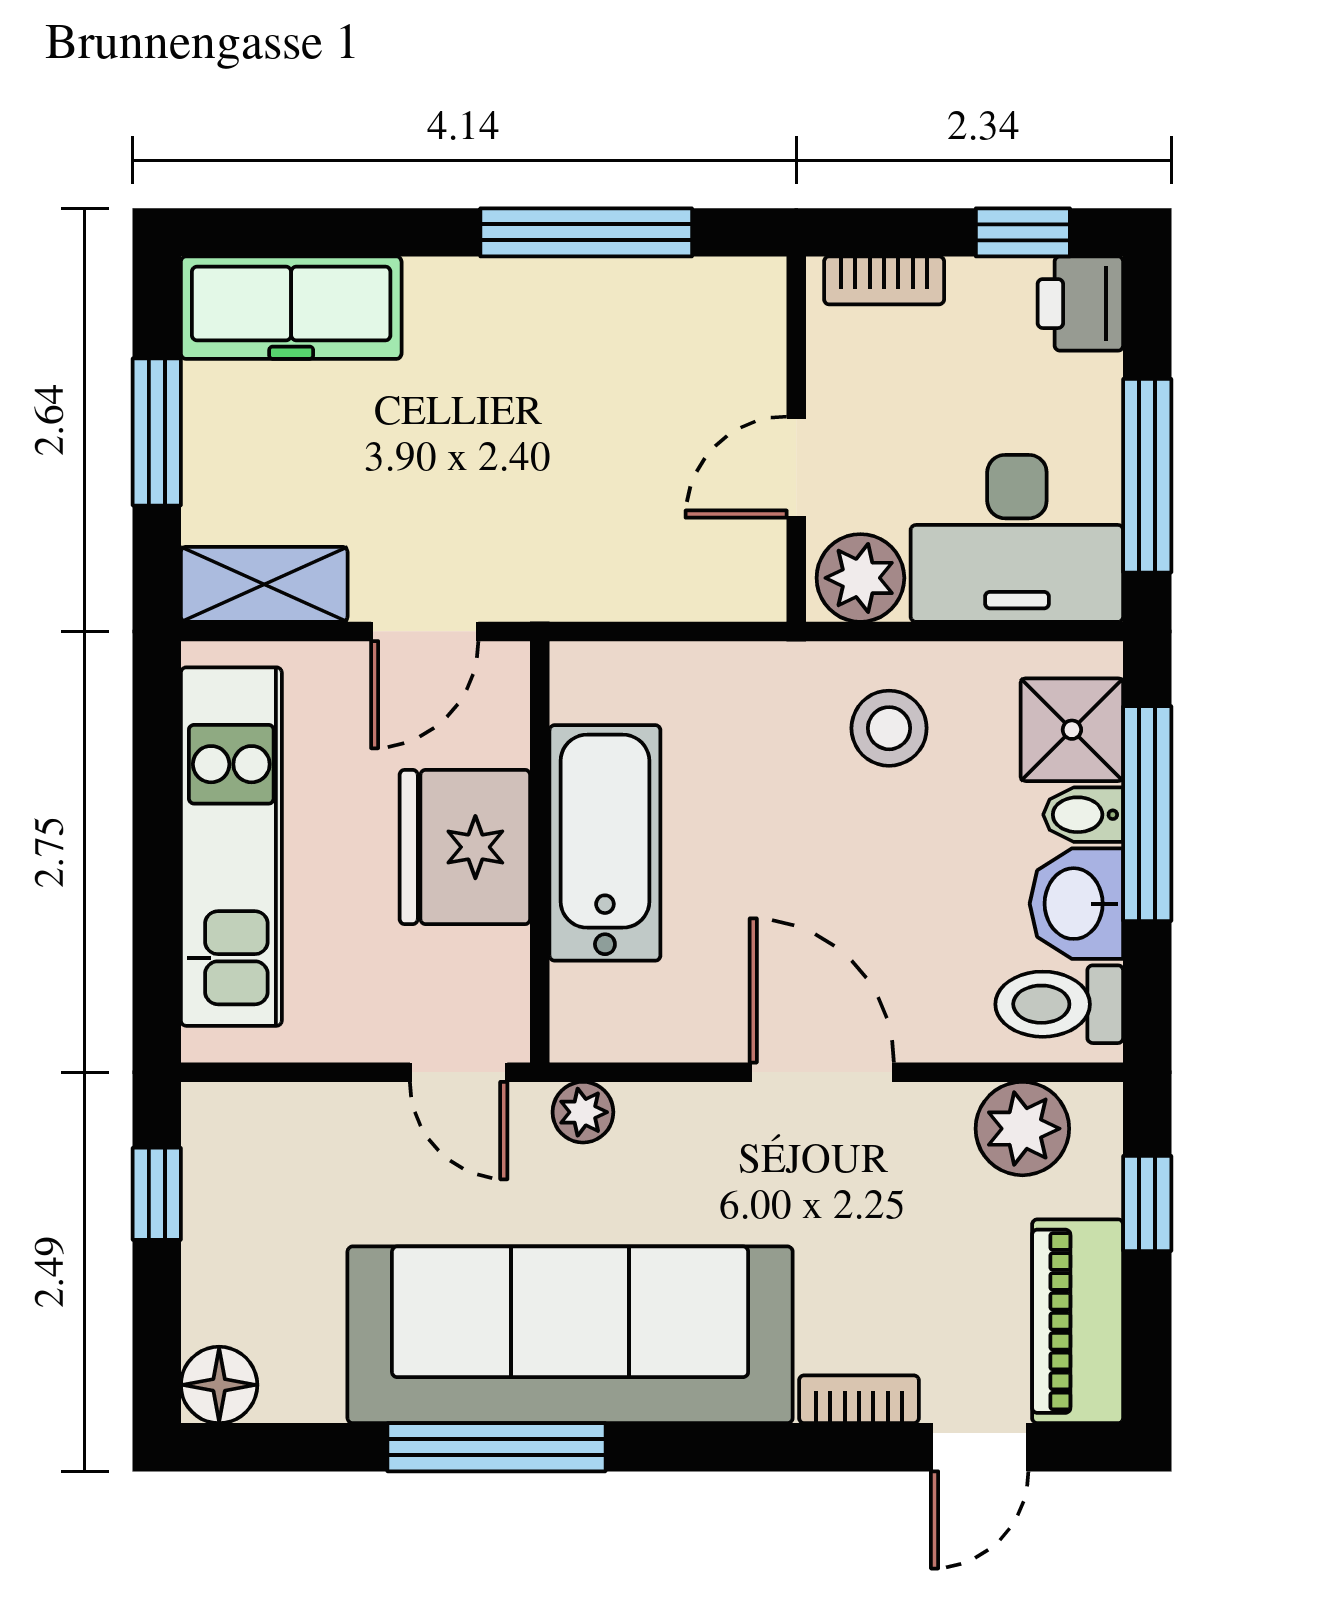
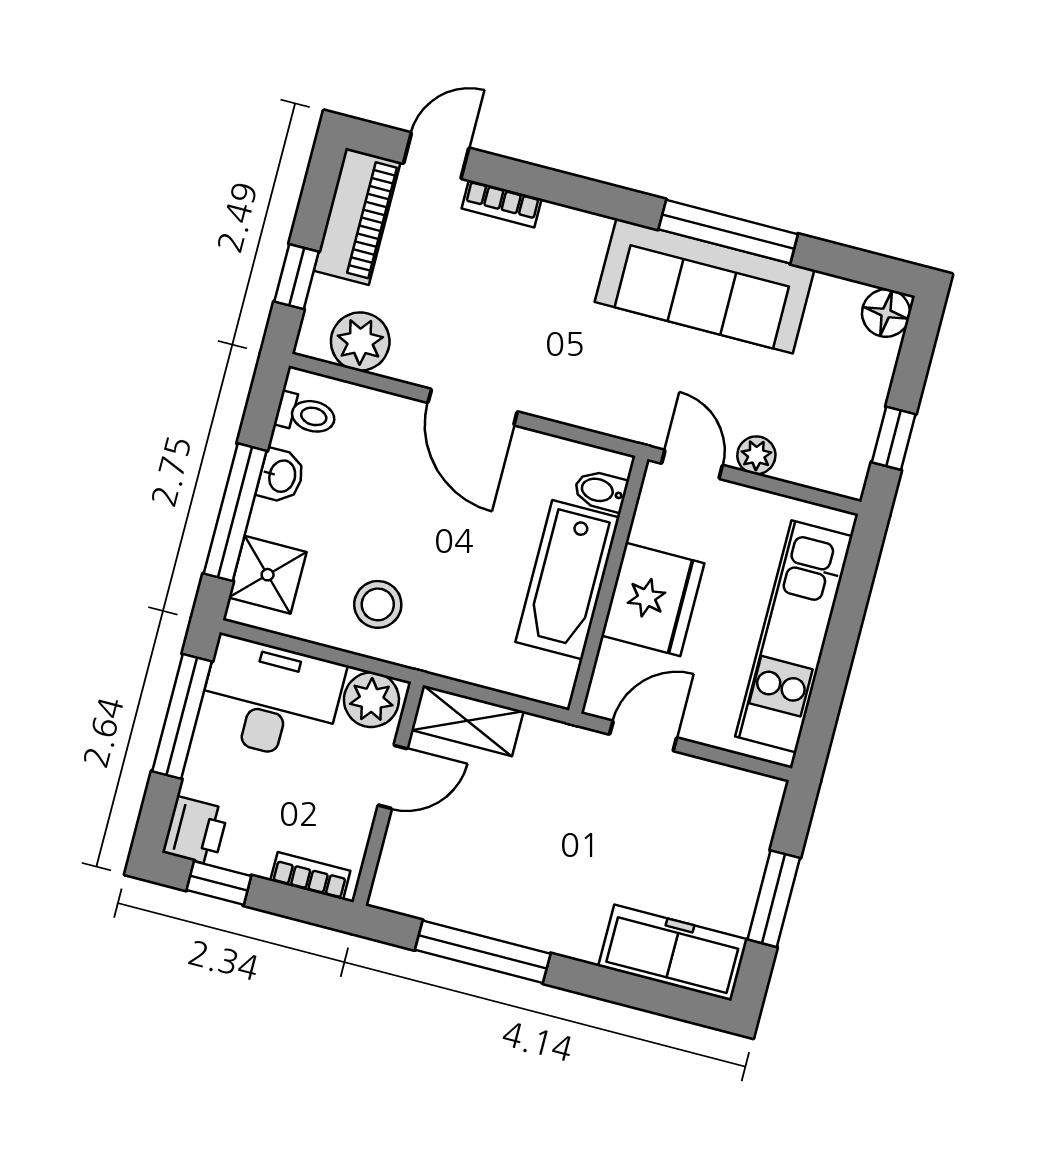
shelving: (264, 584) -> (467, 721), moved
bidet: (1083, 815) -> (601, 491), moved, turned 180
washbasin: (1076, 904) -> (281, 476), width x0.72, depth x0.69
toilet: (1059, 1004) -> (306, 414), width x0.73, depth x0.72
plant: (583, 1112) -> (756, 455), moved
sofa: (570, 1335) -> (705, 286), width x0.74, depth x0.79

